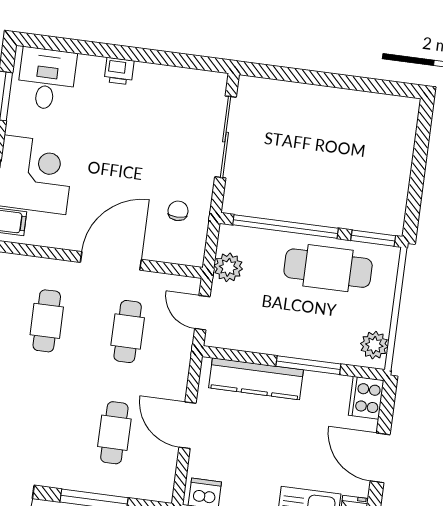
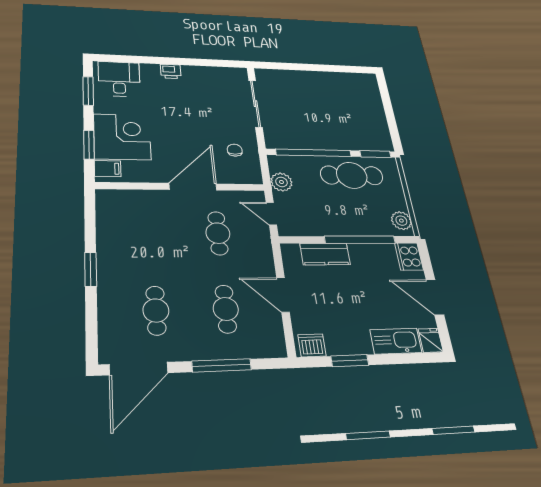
cafe table: (47, 321) -> (156, 310), moved
window: (308, 365) -> (360, 240), width x1.46
kitchen counter: (256, 379) -> (325, 254), width x0.67

